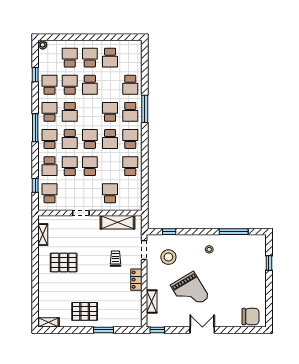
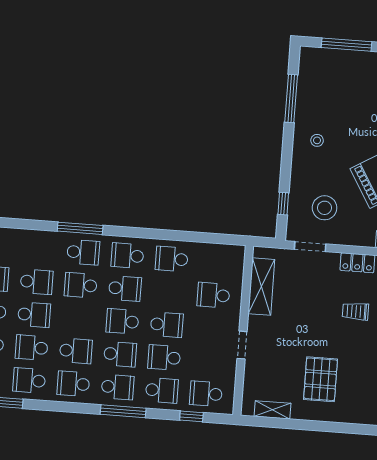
school desk: (130, 85) -> (37, 282), moved
window: (35, 128) -> (123, 411), moved
school desk: (50, 139) -> (118, 387), turned 180
school desk: (90, 166) -> (167, 325), turned 180
trolley: (116, 259) -> (356, 311), moved
window: (269, 263) -> (347, 45), width x2.17

